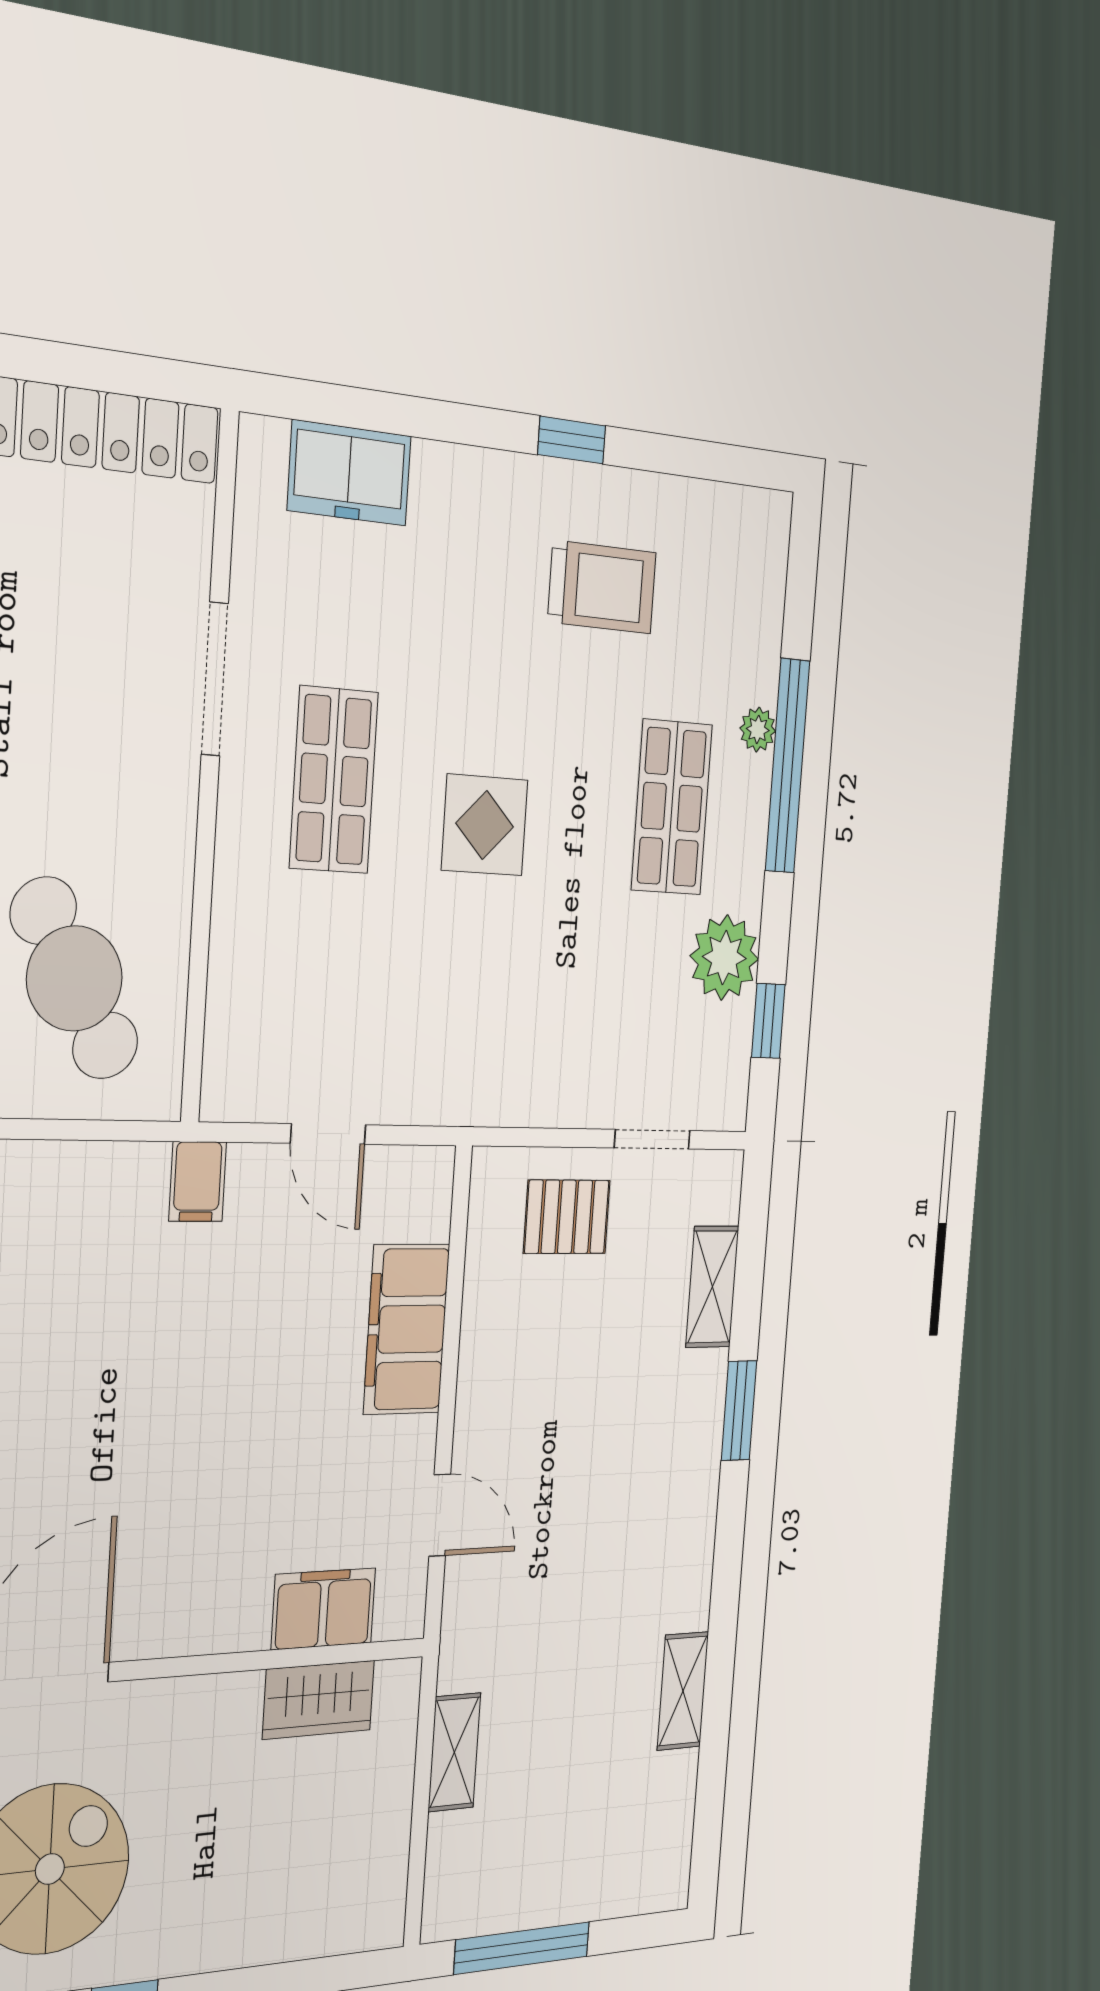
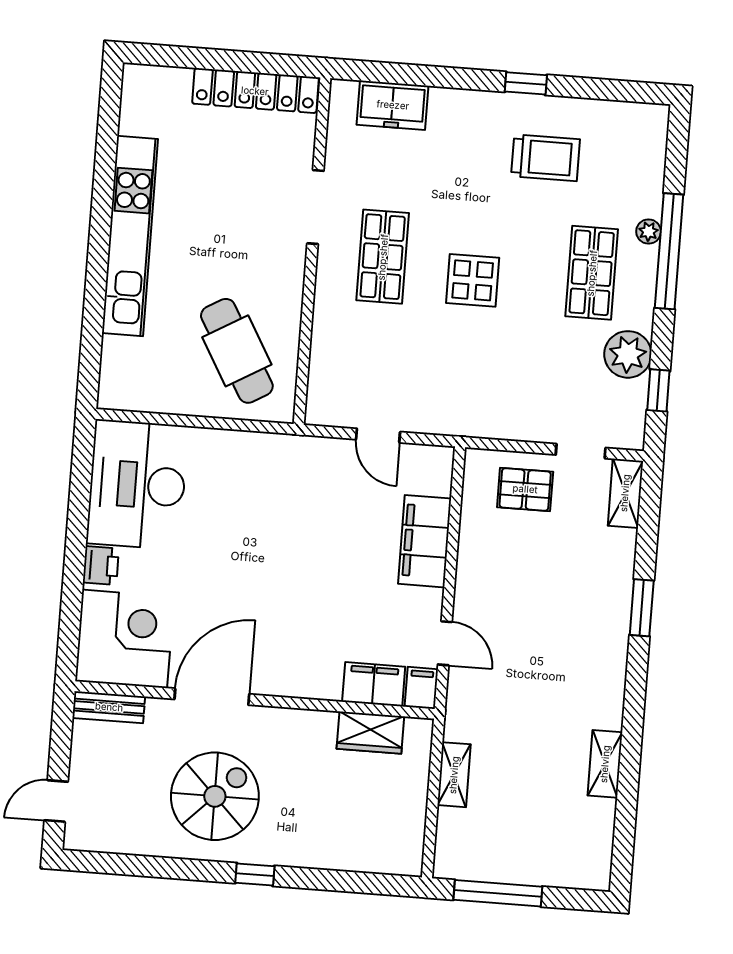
filing cabinet: (198, 1182) -> (421, 688), moved, turned 180
shelving: (712, 1287) -> (625, 493), moved

